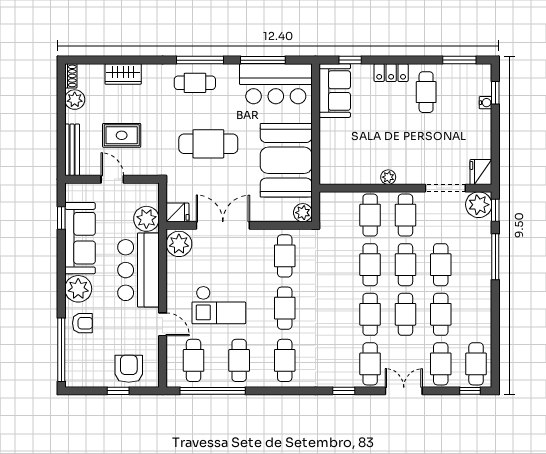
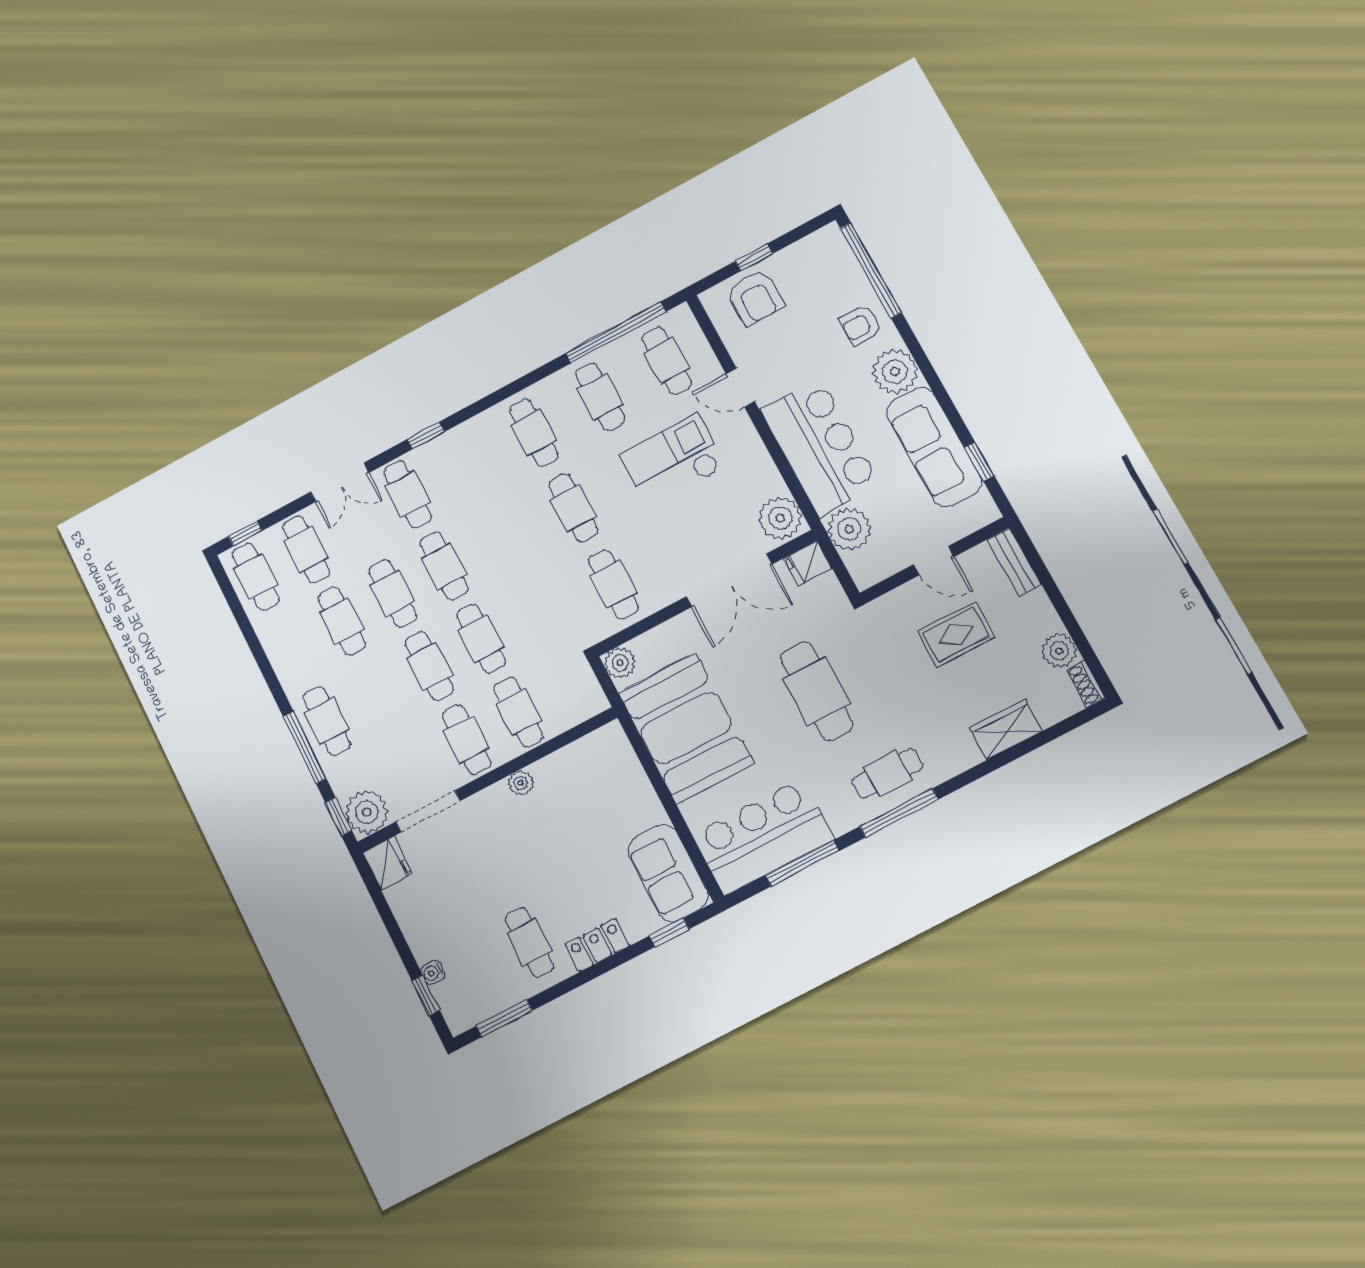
cafe table: (208, 144) -> (817, 691), turned 90
bench: (72, 150) -> (1014, 562), width x0.73
cafe table: (441, 265) -> (327, 721), moved

